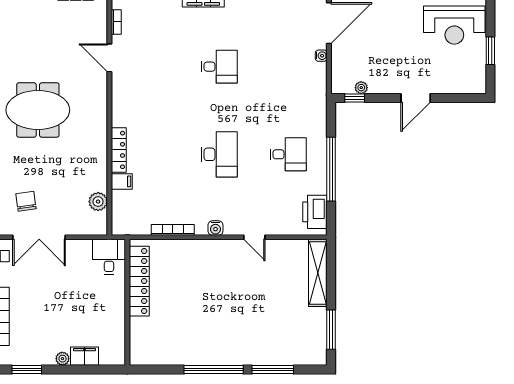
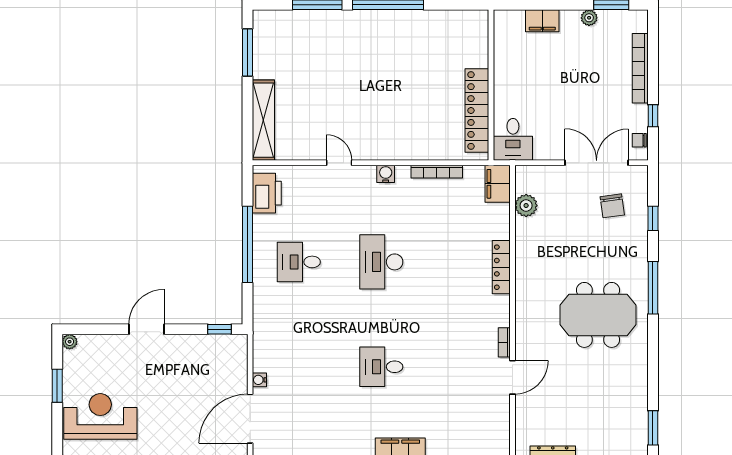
bookcase: (116, 22) -> (504, 342), moved
door: (109, 58) -> (512, 377), hinge flipped
plant: (361, 88) -> (70, 342), moved
filing cabinet: (122, 181) -> (498, 184), moved, width x2.00
plant: (62, 359) -> (589, 18), moved

